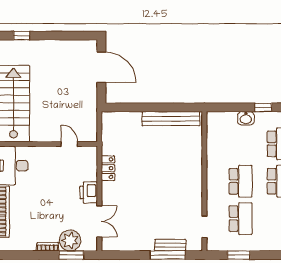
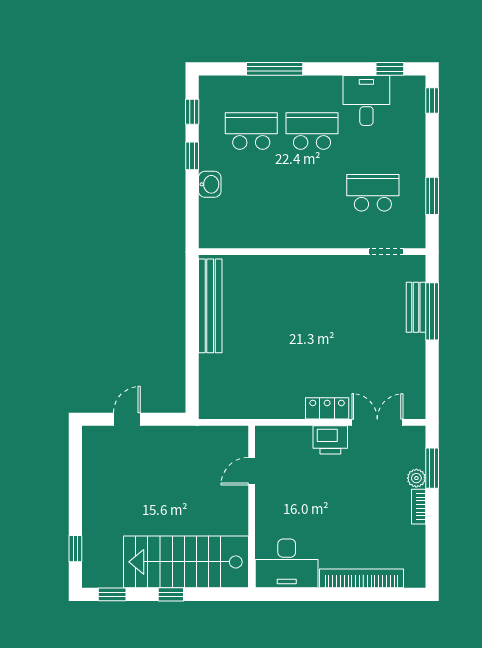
door: (101, 67) -> (127, 419), width x0.53
locker: (108, 168) -> (327, 408), moved
school desk: (241, 181) -> (312, 193), removed
plant: (70, 240) -> (416, 478), width x0.53, depth x0.53

